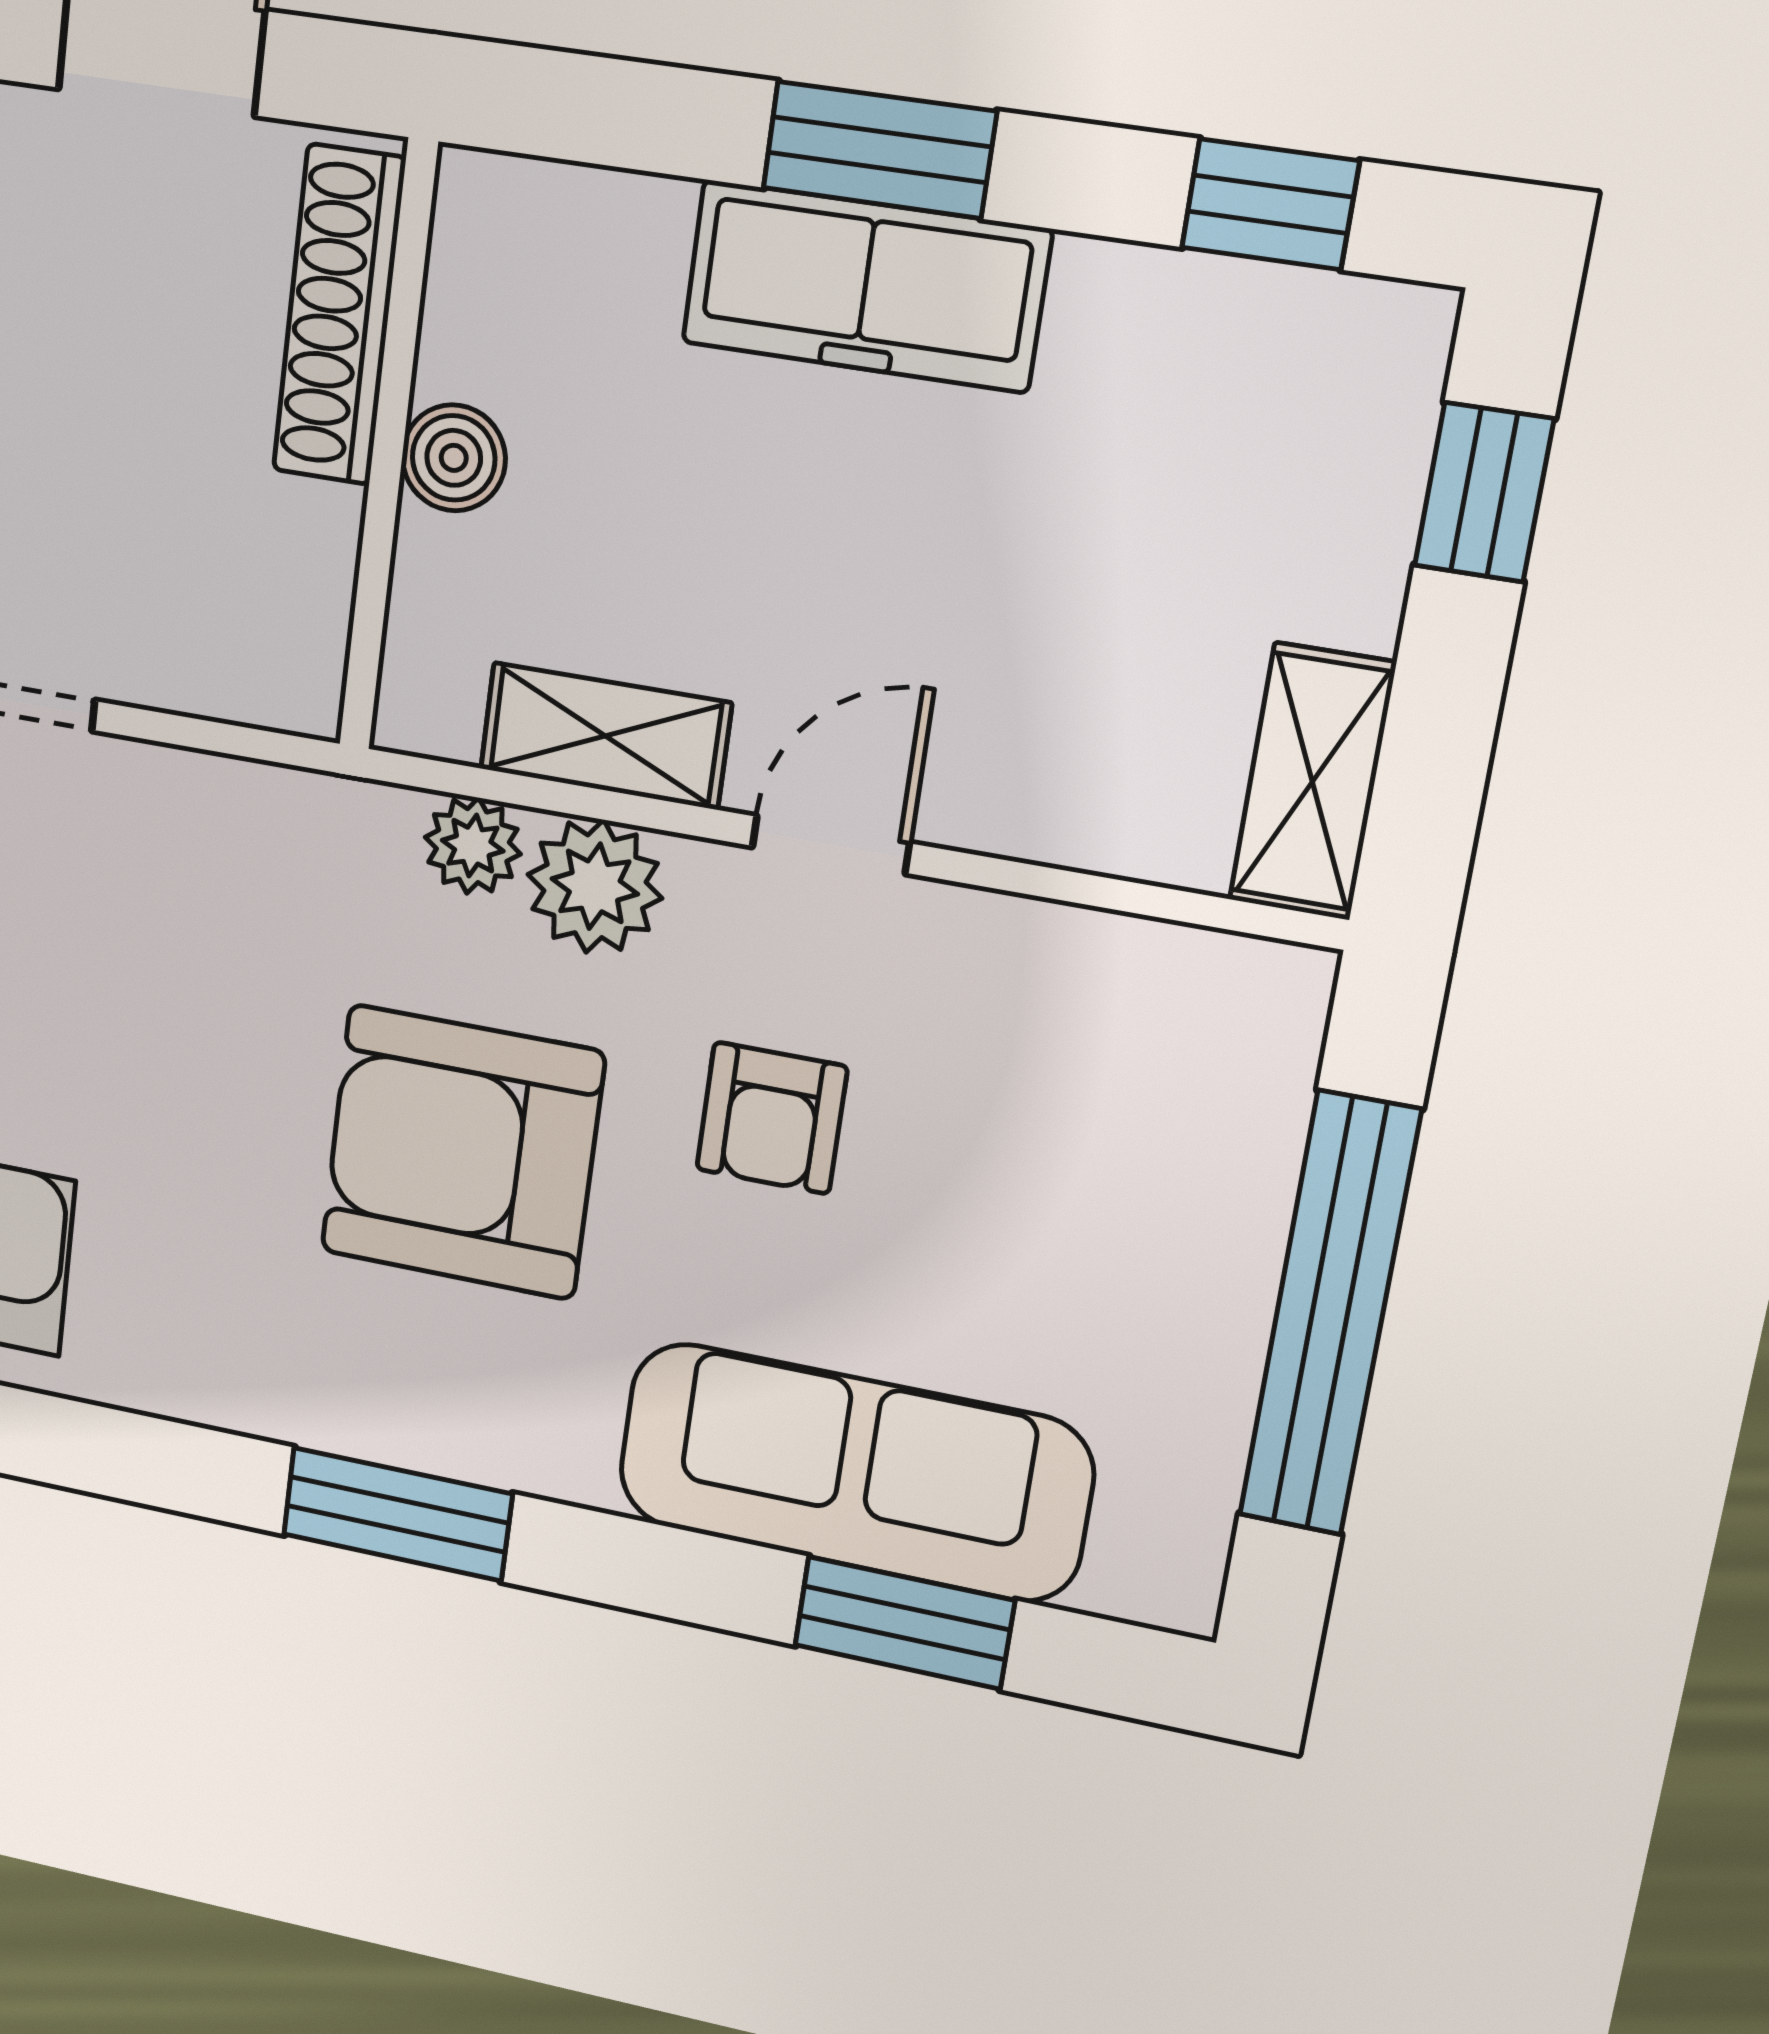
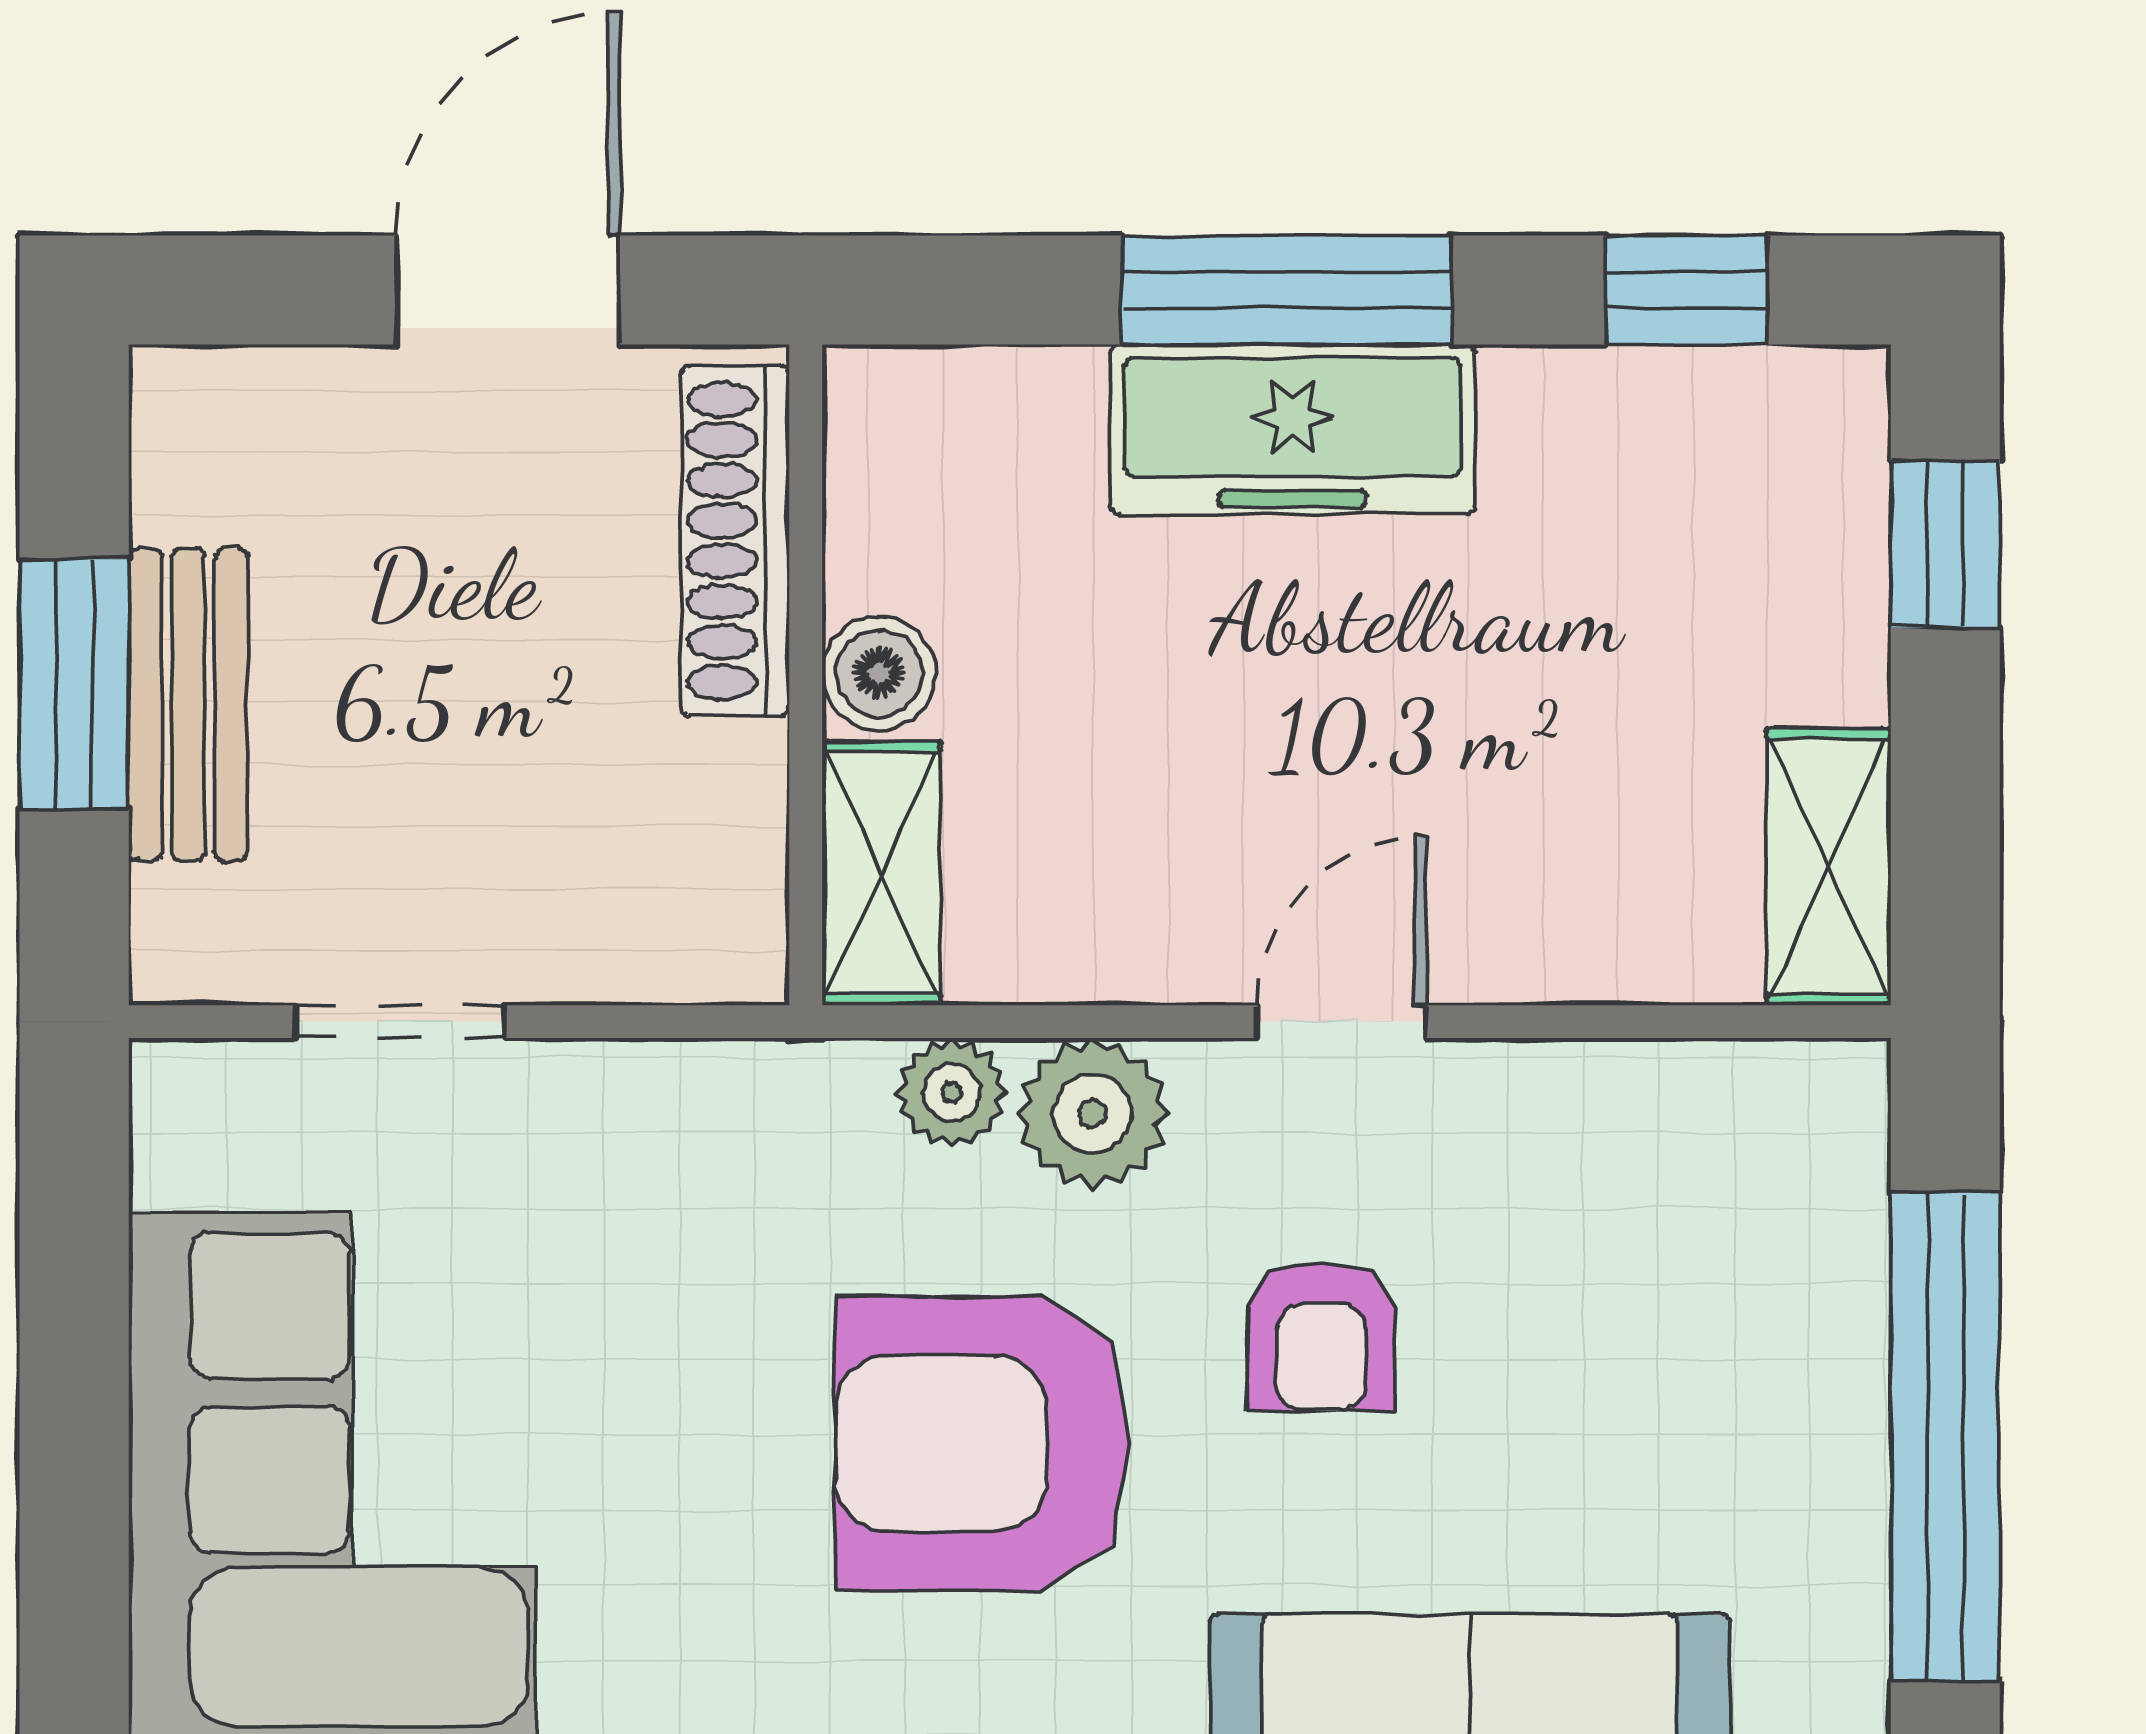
window: (879, 150) -> (1286, 290), width x1.44
shelving: (605, 736) -> (882, 873), moved, turned 90

